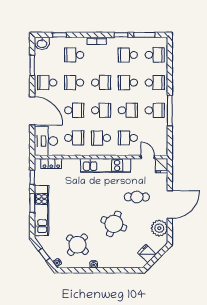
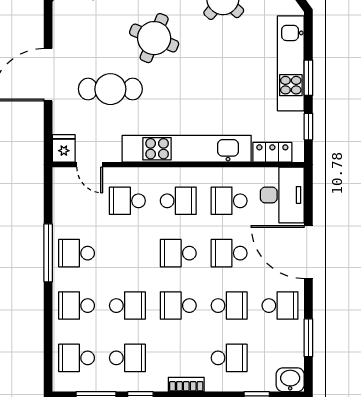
school desk: (128, 110) -> (127, 253), removed
school desk: (128, 138) -> (127, 201), turned 180
kitchen unit: (106, 165) -> (187, 149), width x1.36
cafe table: (137, 197) -> (110, 89), width x1.37, depth x1.35
plant: (159, 228) -> (68, 30), removed

